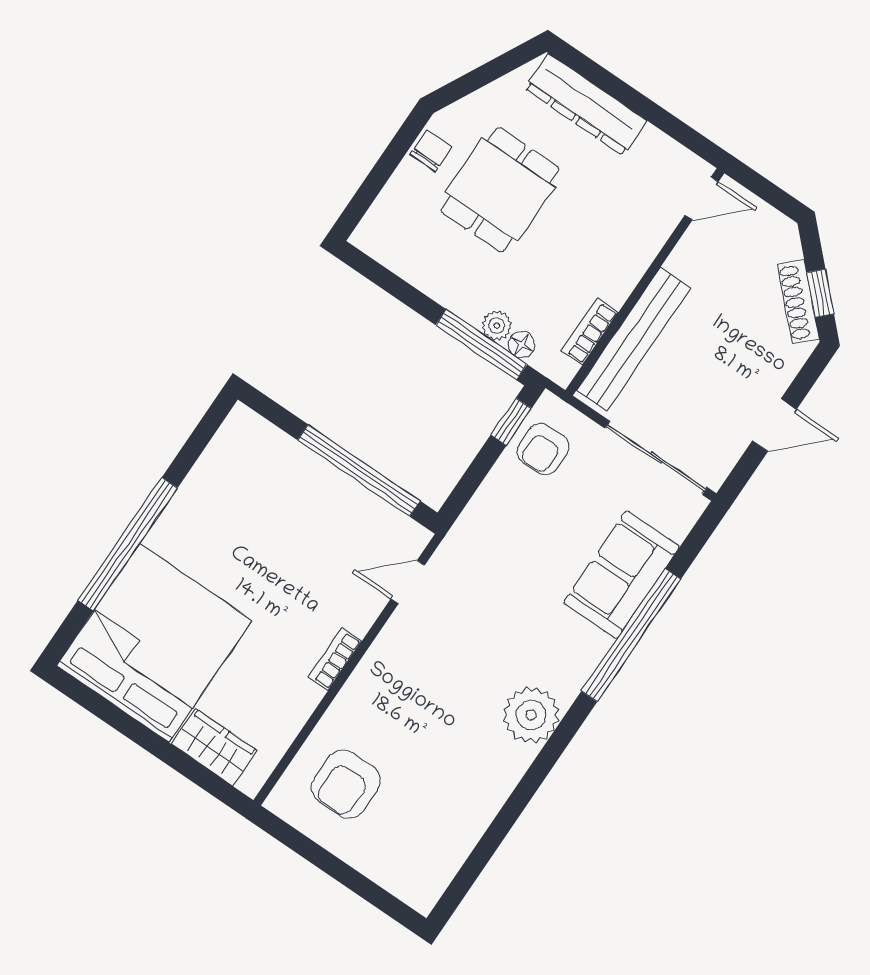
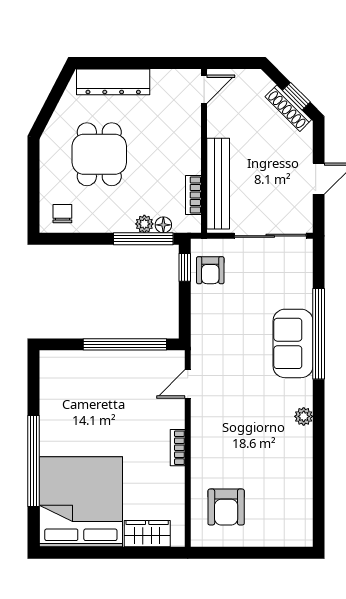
chair: (431, 151) -> (62, 214), moved
sofa: (622, 575) -> (293, 343), moved
plant: (531, 715) -> (304, 416), width x0.53, depth x0.53

